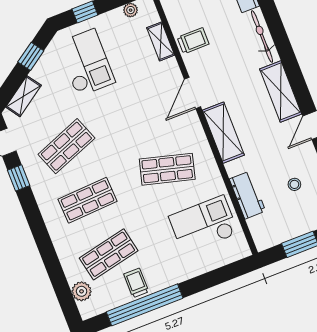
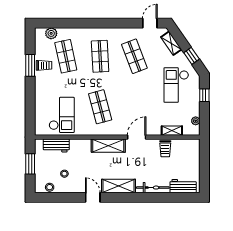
checkout: (86, 63) -> (176, 85), turned 90
door: (193, 93) -> (137, 137), hinge flipped
shop shelf: (167, 169) -> (100, 107), turned -30
window: (19, 178) -> (127, 23), removed
workbench: (247, 195) -> (56, 145), moved
window: (145, 305) -> (30, 65), width x0.47

